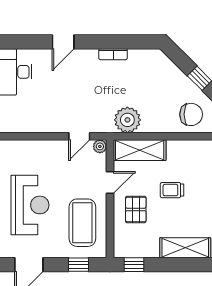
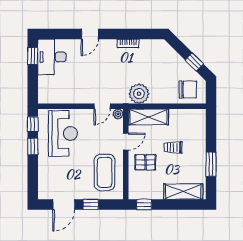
reception desk: (30, 205) -> (63, 134), moved
pallet: (136, 209) -> (145, 162), turned 90
window: (79, 265) -> (91, 204), moved

